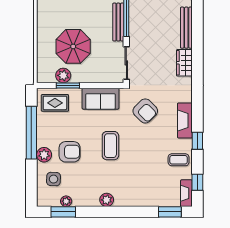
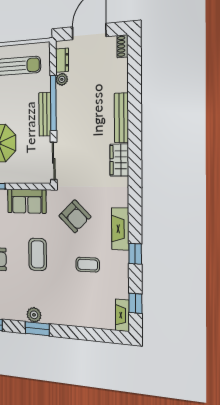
coffee table: (179, 160) -> (88, 265), moved
window: (170, 212) -> (37, 329), moved

